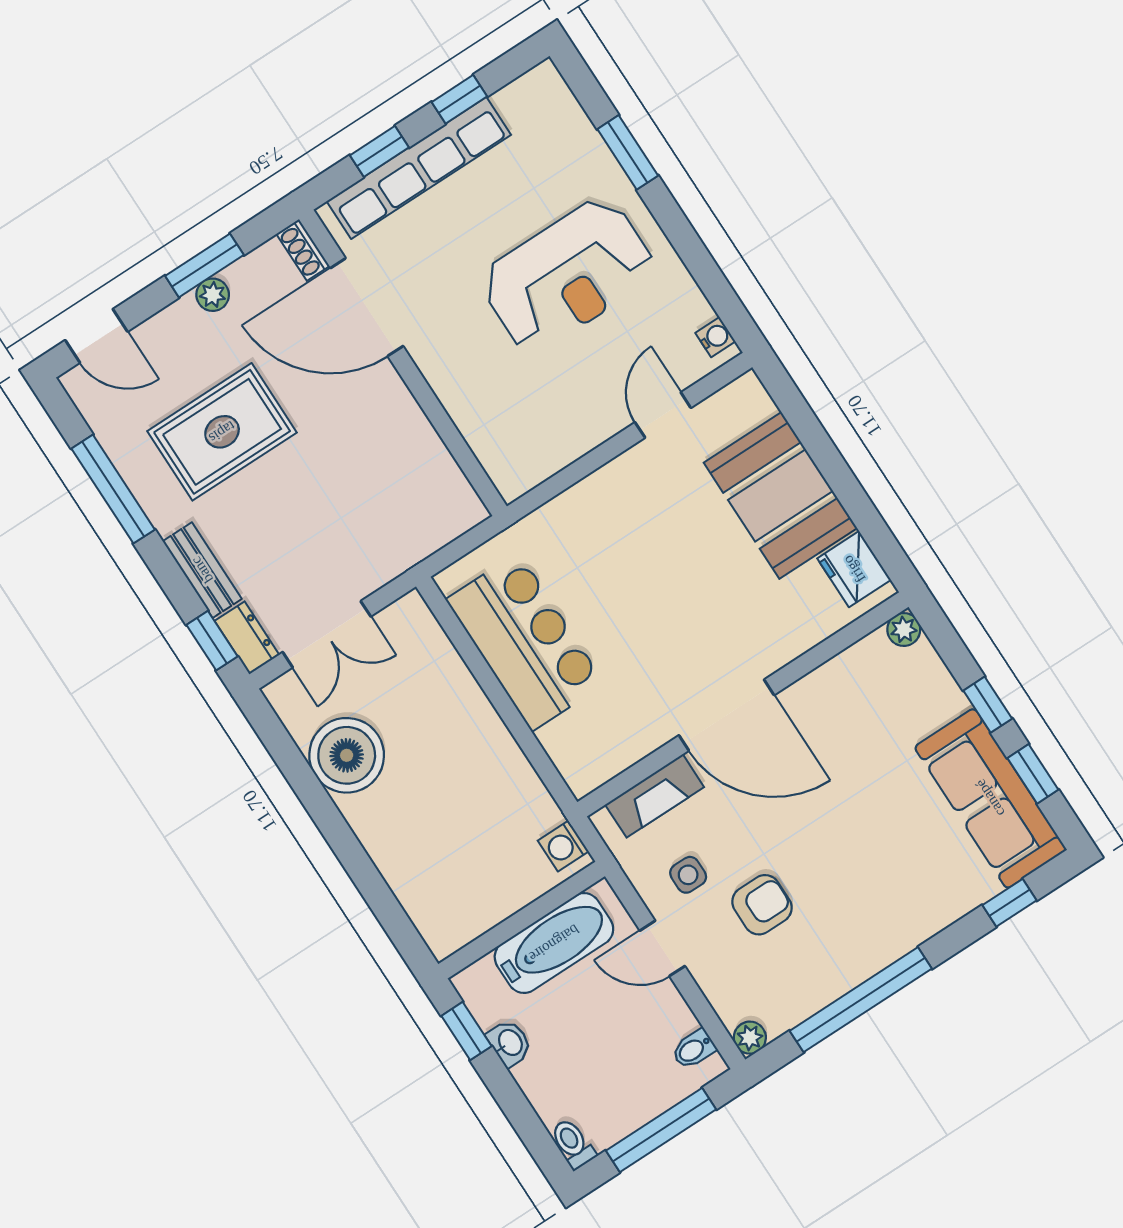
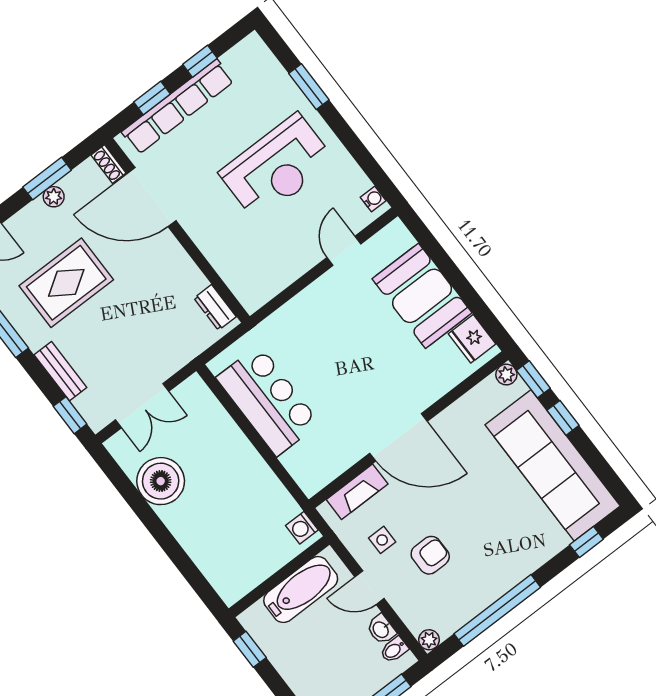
dresser: (247, 638) -> (215, 307), moved, turned 180
window: (1033, 774) -> (533, 379), moved
sofa: (990, 798) -> (553, 465), width x1.36, depth x1.27
washbasin: (510, 1043) -> (381, 629), moved, turned 180

